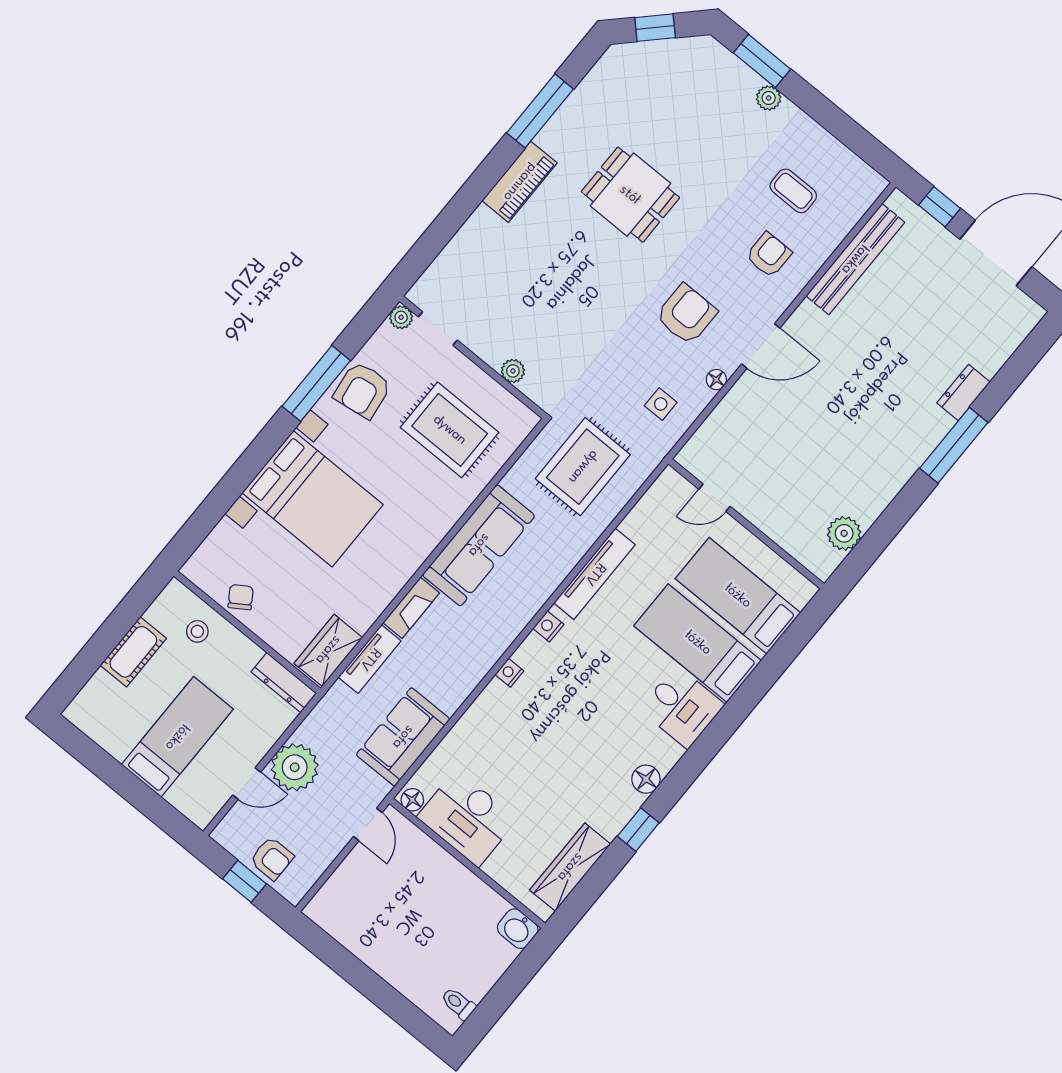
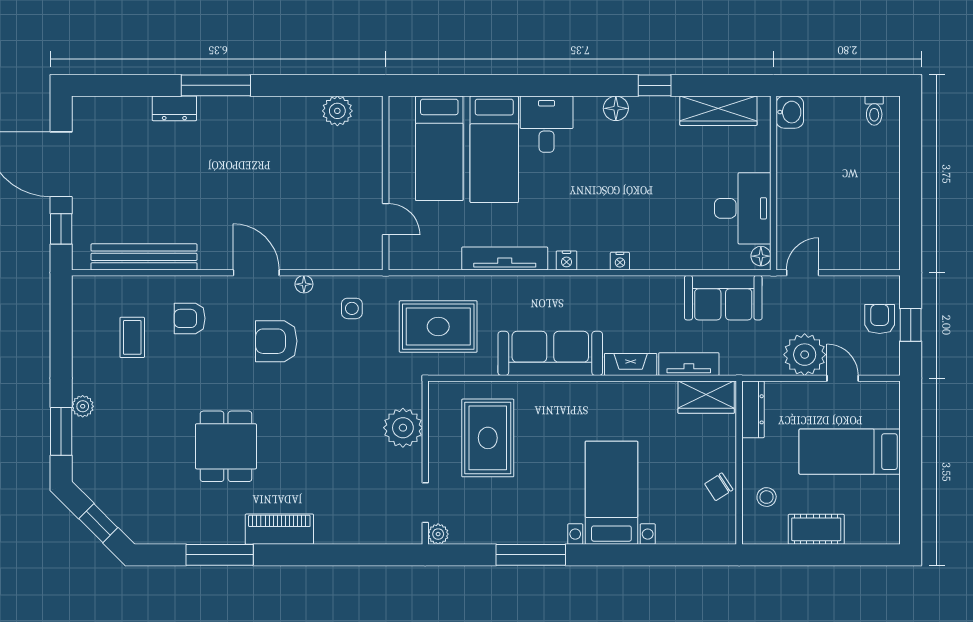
plant: (513, 371) -> (403, 428), width x1.88, depth x1.88
armchair: (363, 390) -> (509, 520), removed
bed with nightstands: (313, 499) -> (611, 493), width x0.73

